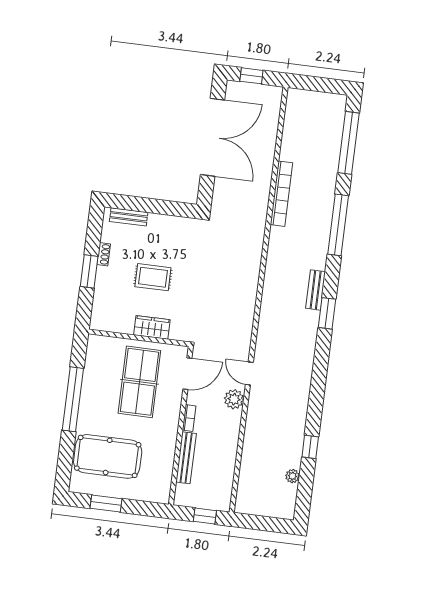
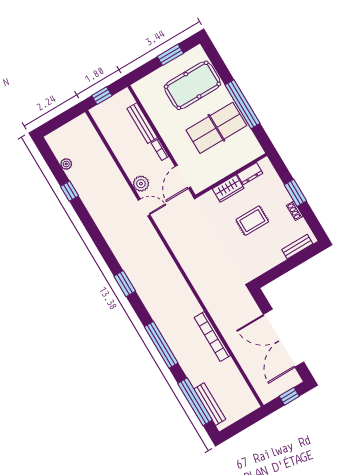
bench: (316, 290) -> (210, 404), moved, width x1.36
dresser: (119, 325) -> (250, 174), added
table tennis table: (139, 382) -> (216, 128), moved, turned 90

